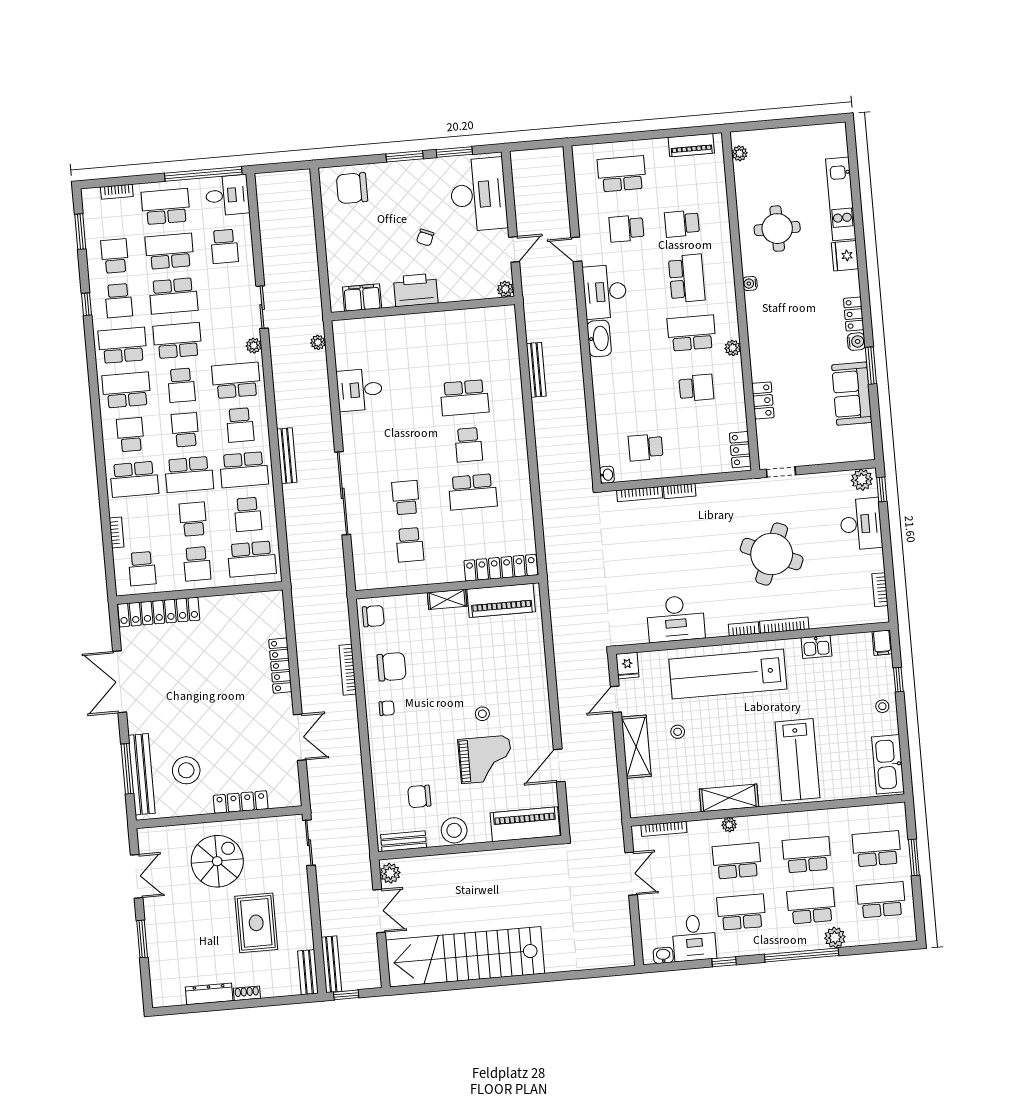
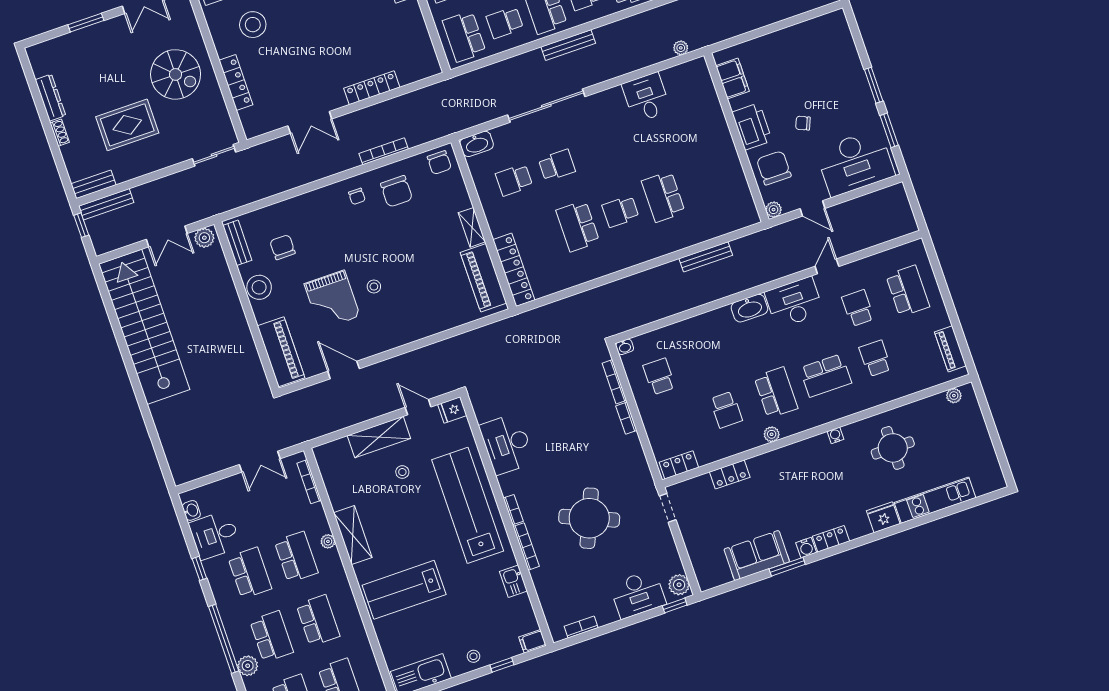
chair: (352, 188) -> (774, 168), moved
washbasin: (364, 574) -> (477, 144), added

